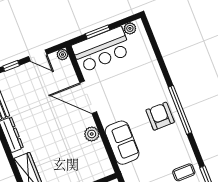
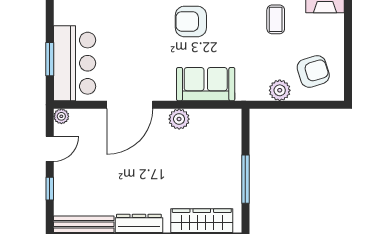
plant: (130, 28) -> (62, 16), removed

